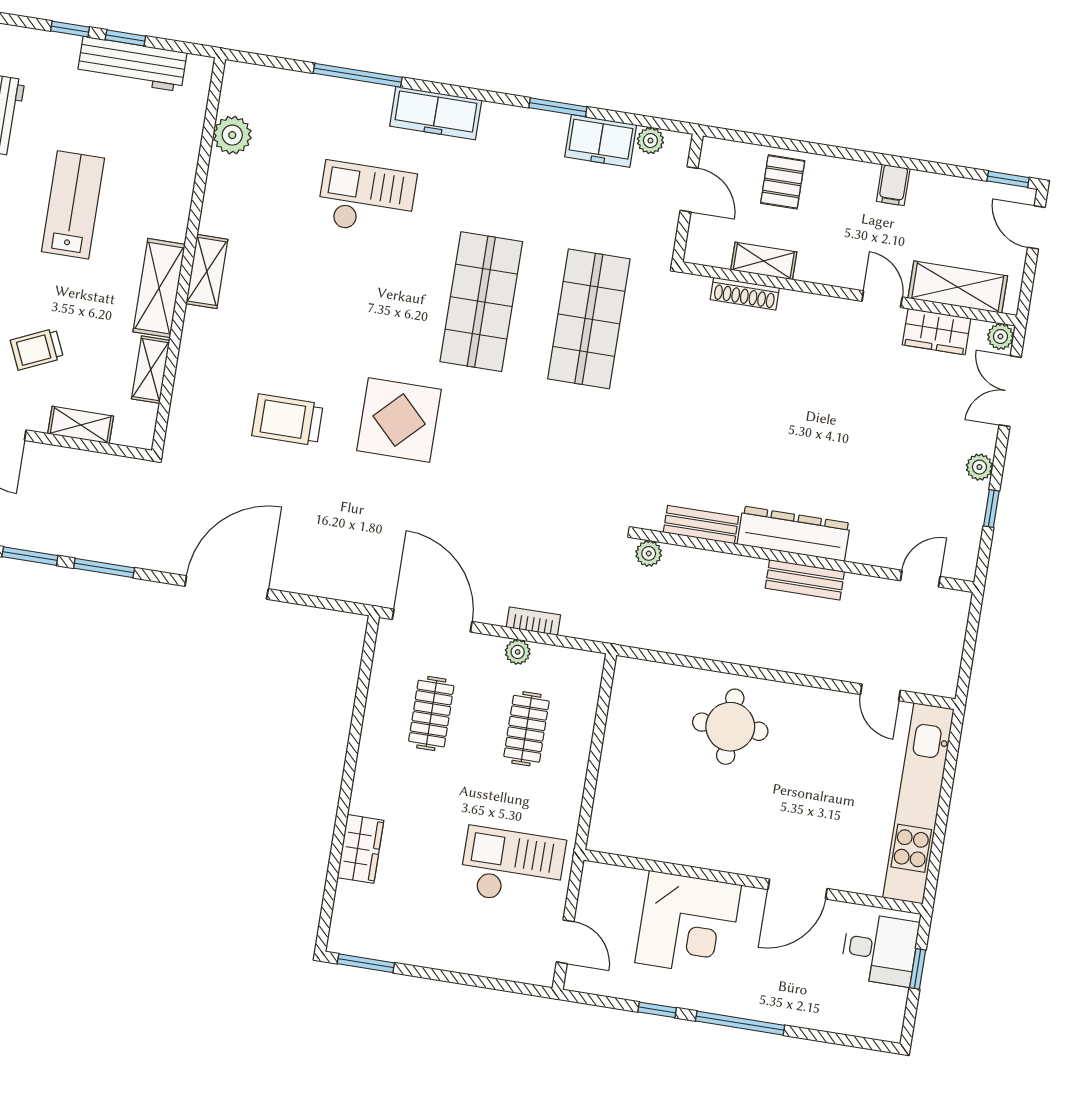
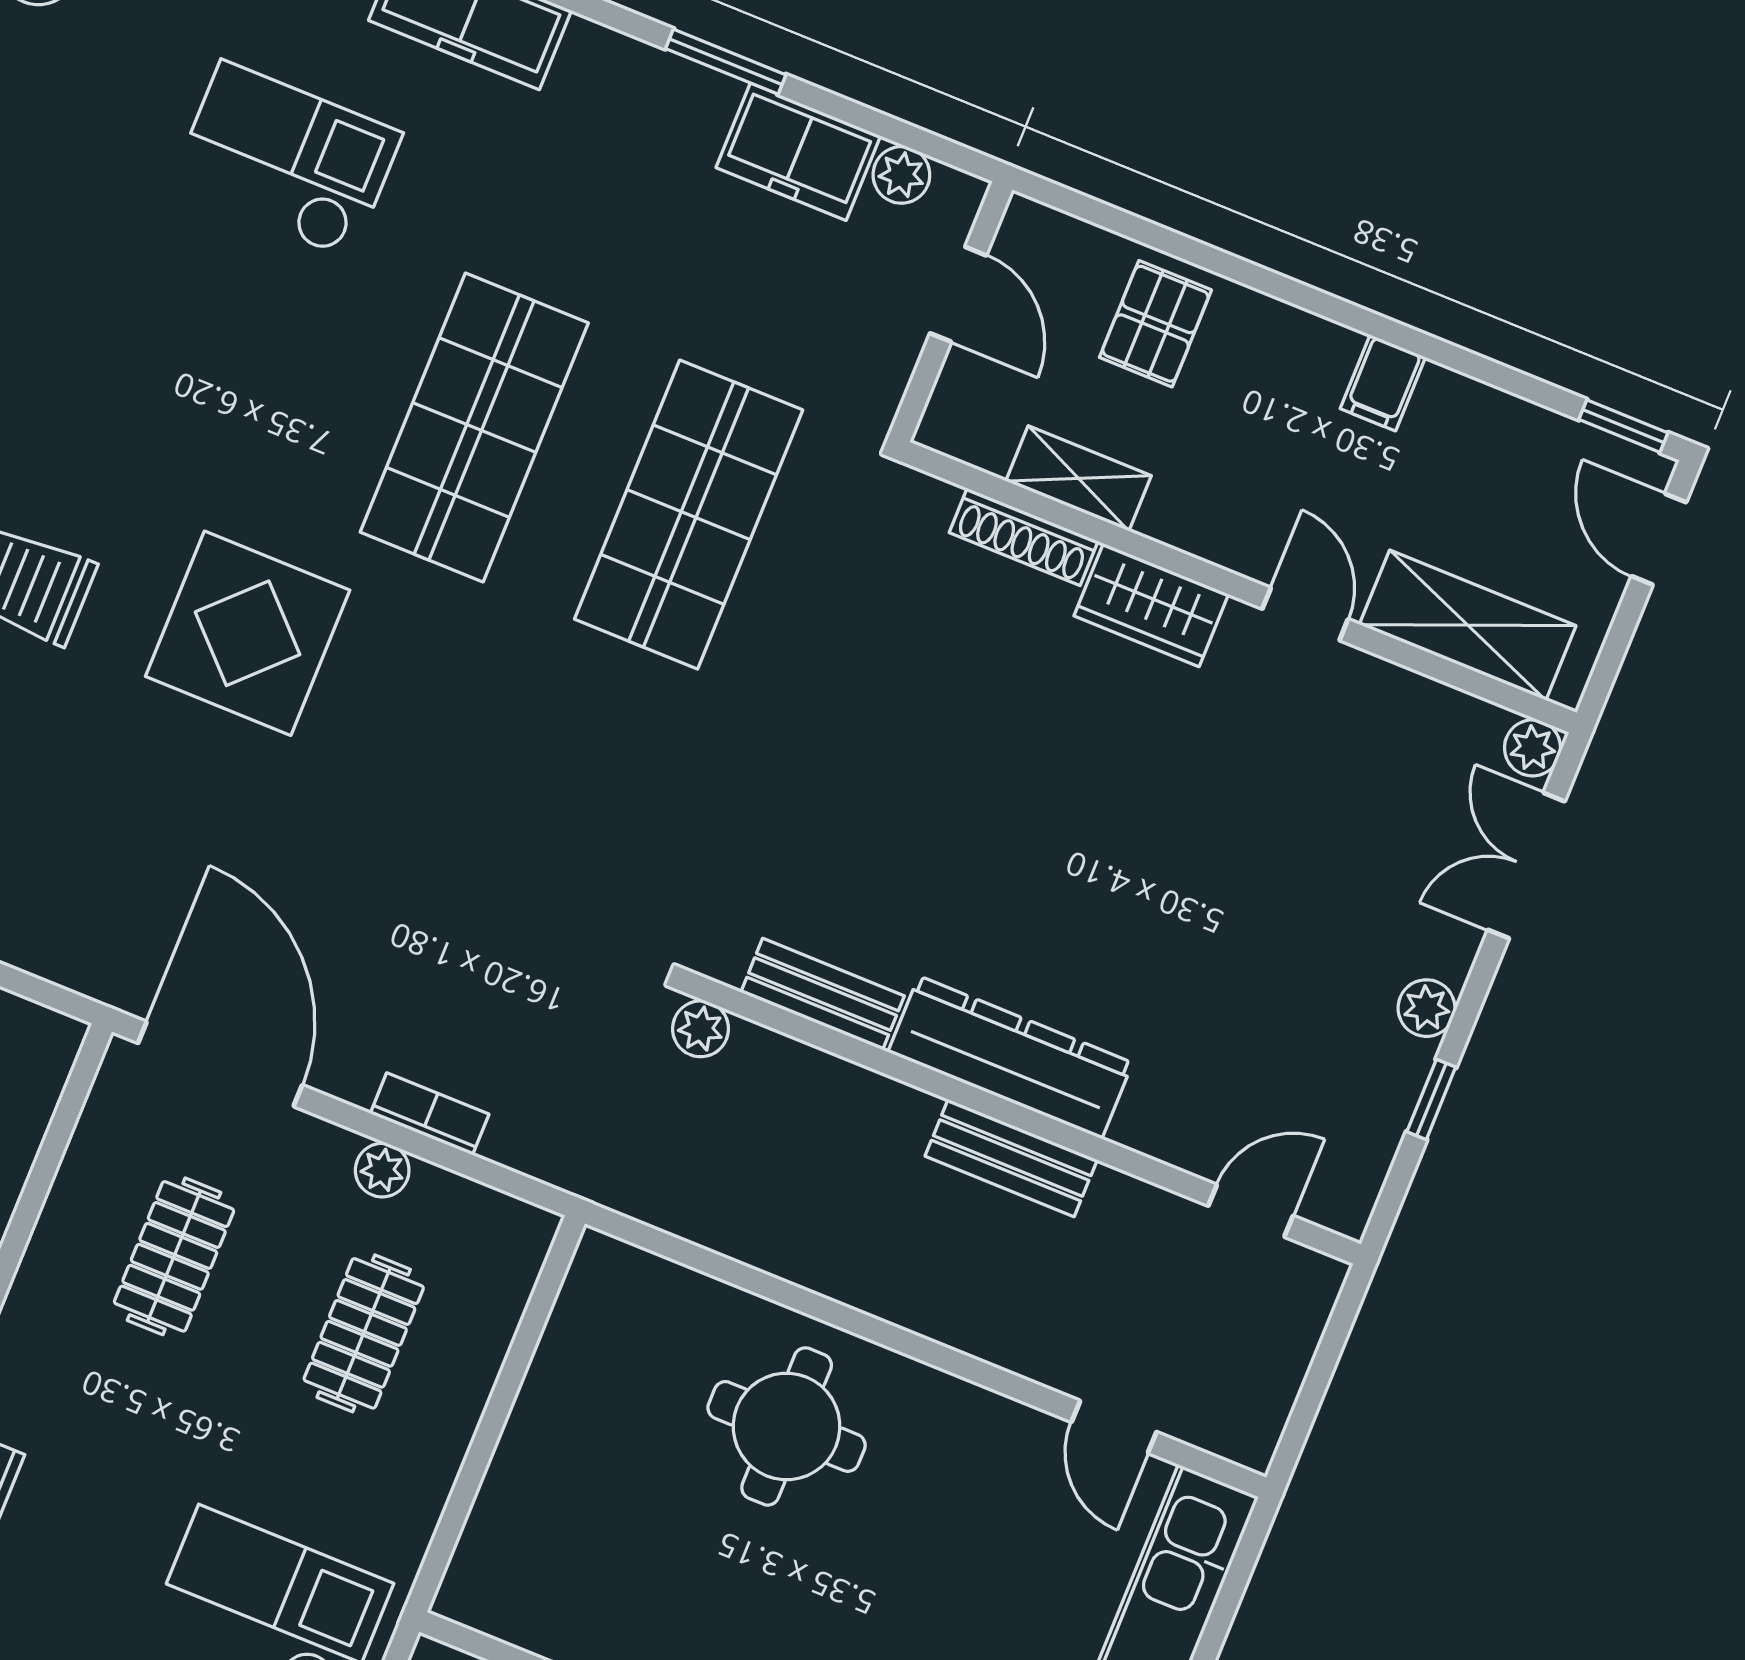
wardrobe: (937, 332) -> (1151, 605), moved

